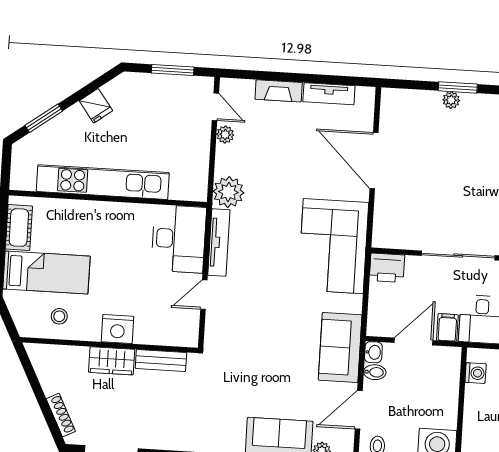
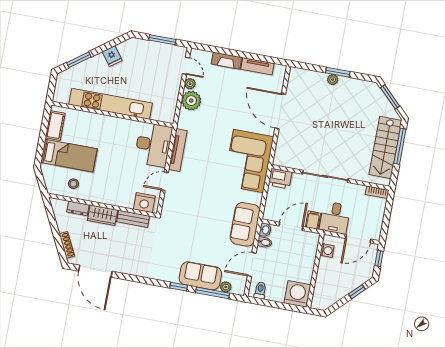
plant: (228, 192) -> (191, 101), moved
nightstand: (117, 329) -> (144, 203), moved
dresser: (71, 355) -> (78, 208), added

